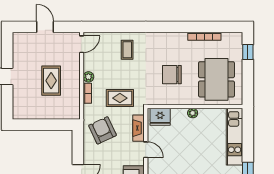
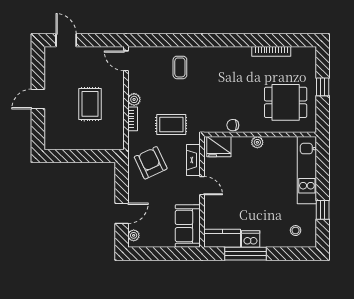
door: (45, 27) -> (66, 40), moved
door: (82, 44) -> (126, 61), swing flipped
window: (248, 52) -> (323, 87), moved
chair: (172, 75) -> (233, 125), moved, width x0.54, depth x0.54
dining table: (216, 79) -> (286, 102), width x0.73

